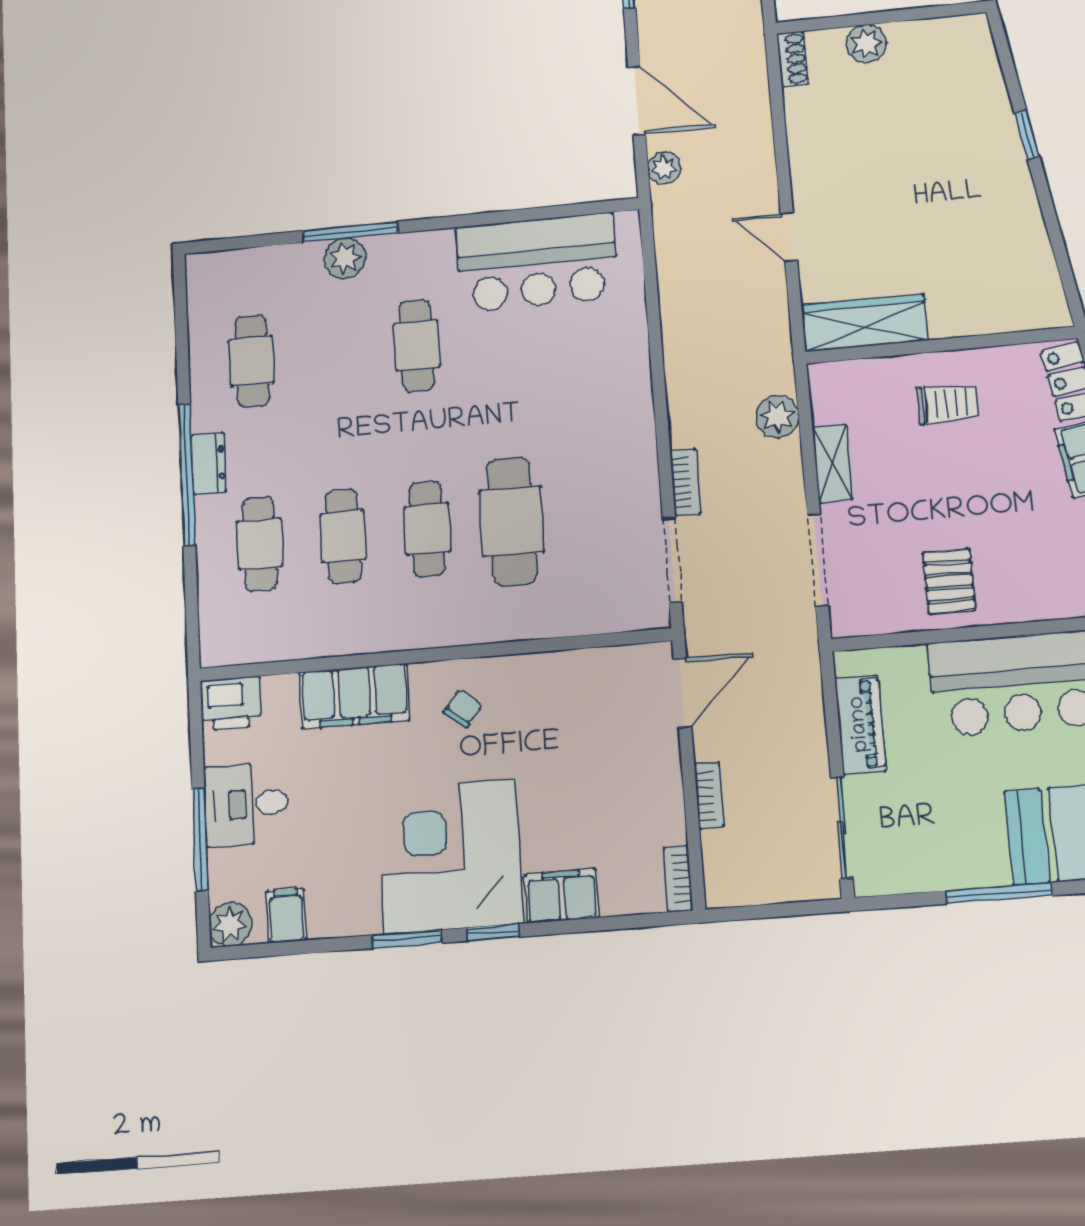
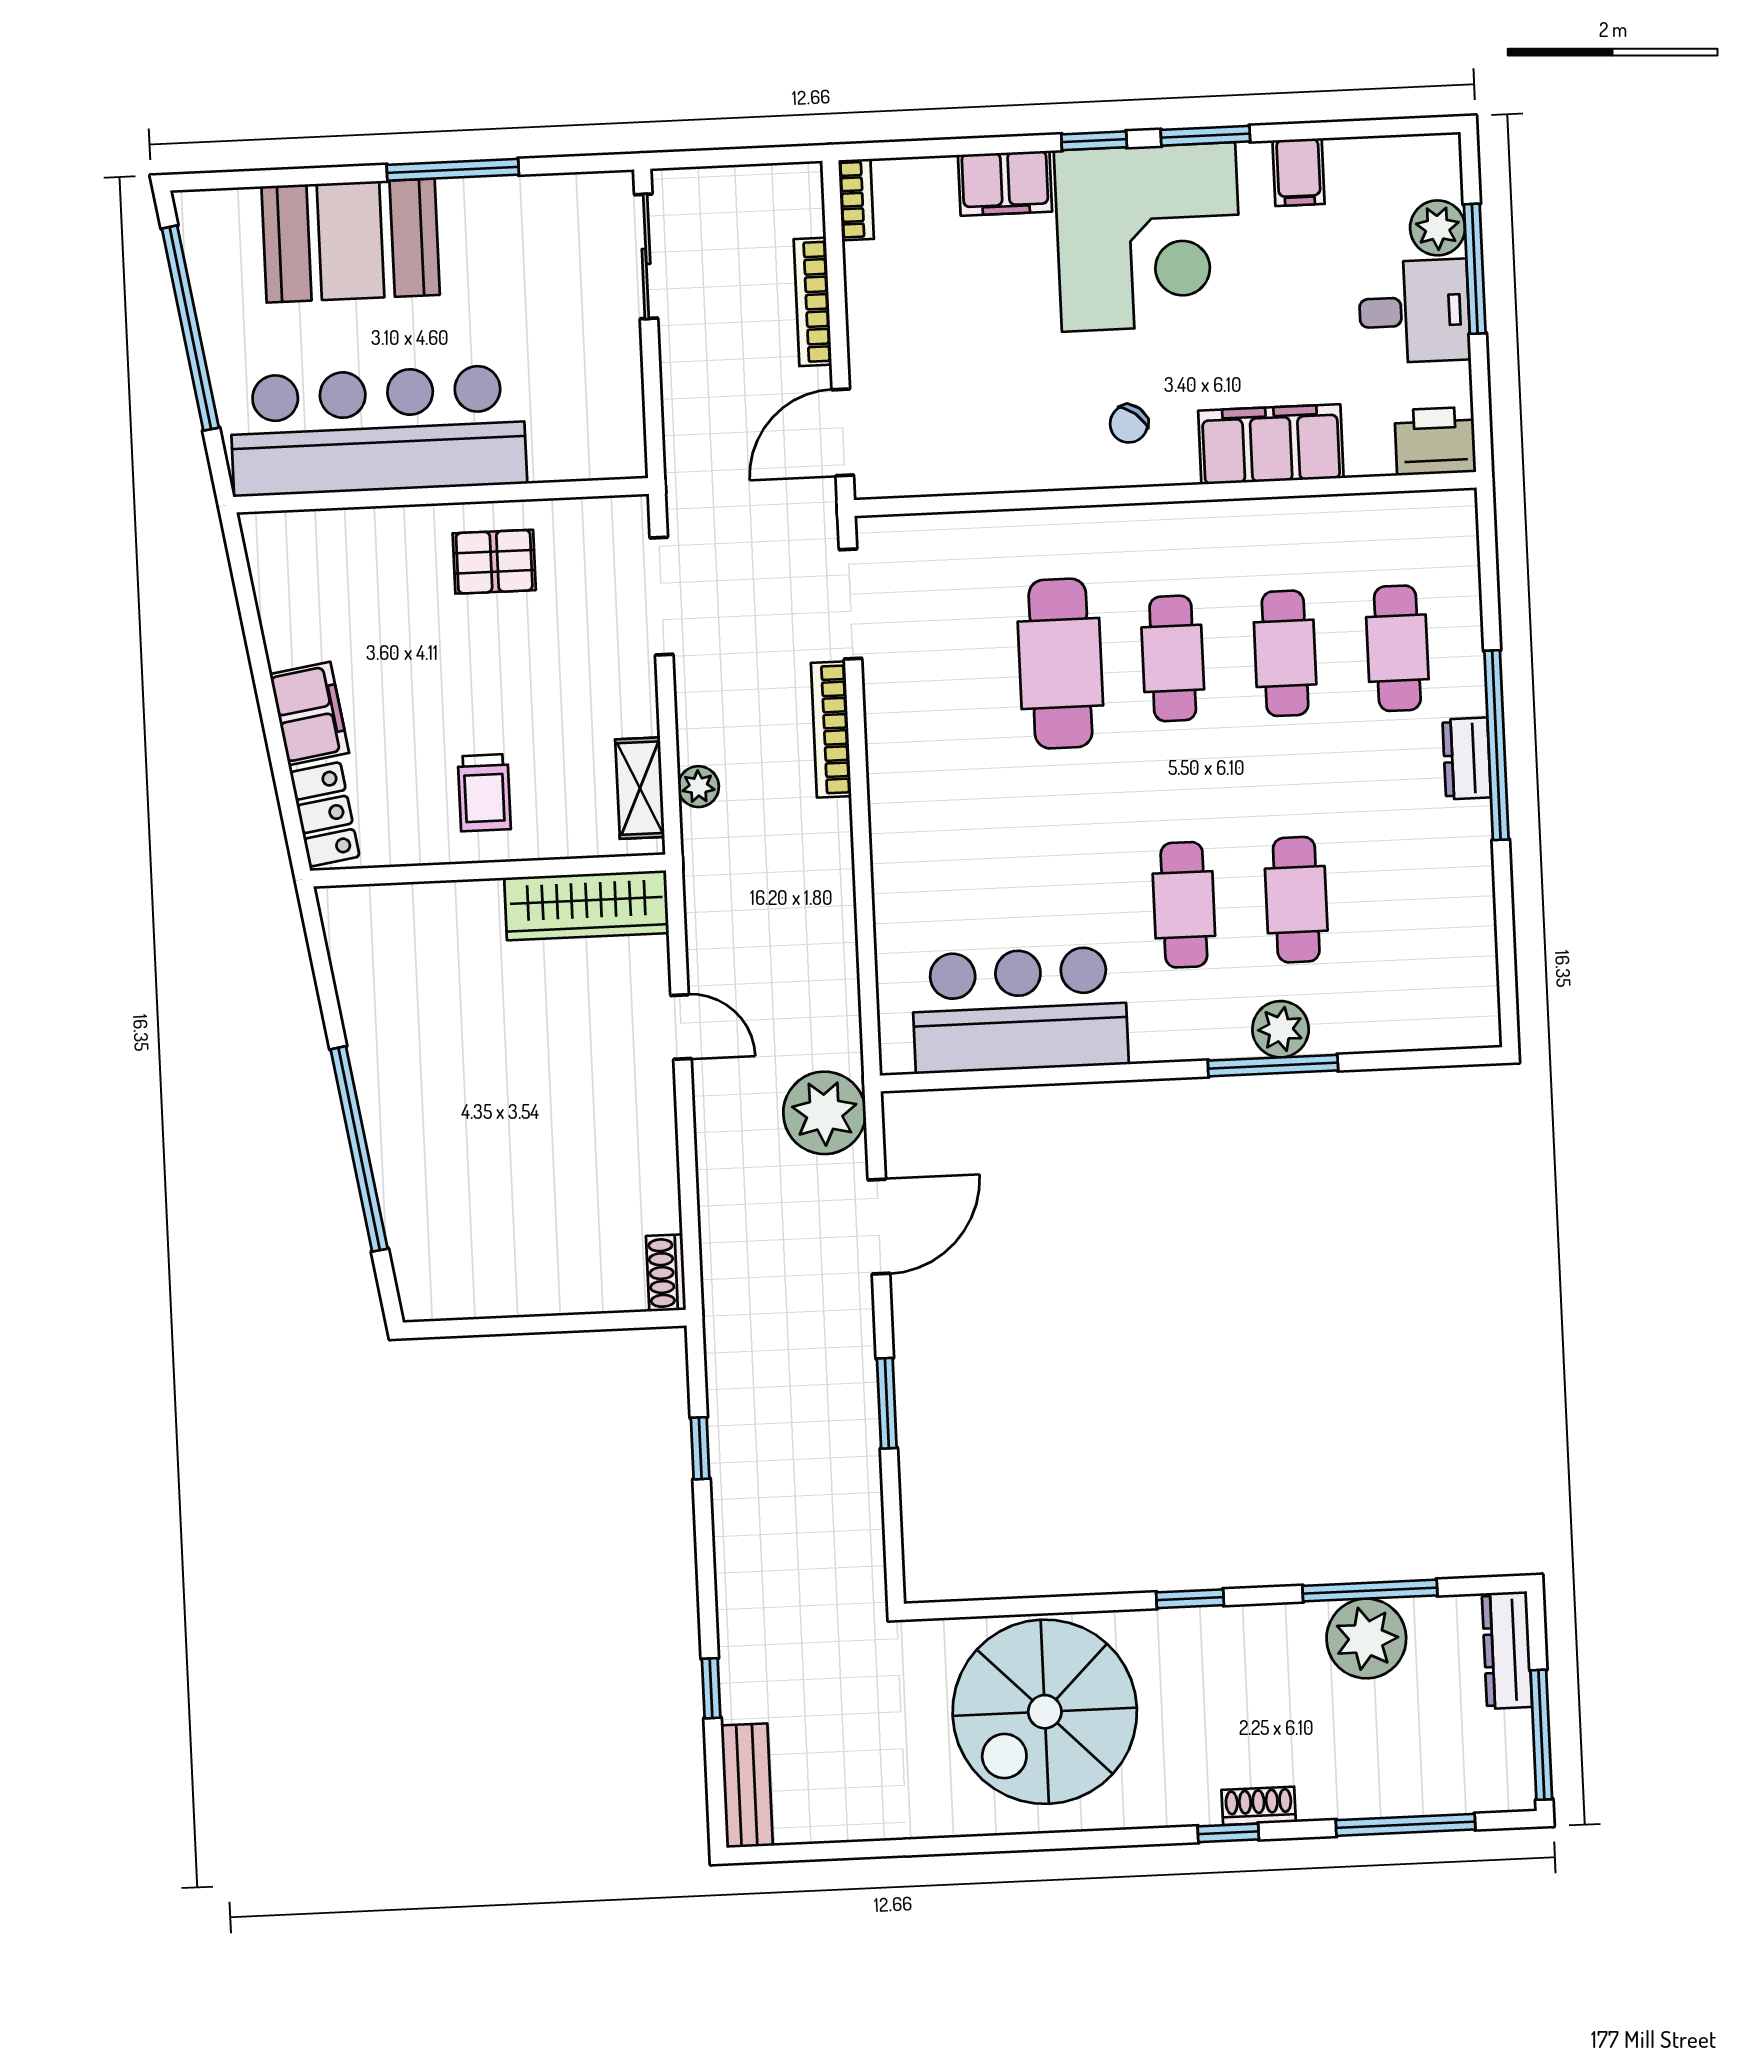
plant: (866, 44) -> (566, 1288), removed
door: (637, 101) -> (879, 1227), swing flipped
window: (1027, 135) -> (359, 1149), width x3.17
plant: (664, 168) -> (824, 1113), width x1.87, depth x1.87
cafe table: (252, 361) -> (1296, 900), moved
trolley: (947, 404) -> (484, 793), turned -90
plant: (777, 416) -> (698, 787), width x0.73, depth x0.73
shelving: (832, 463) -> (640, 788), moved
bookcase: (685, 482) -> (831, 729), width x1.56
pallet: (949, 581) -> (494, 562), turned 90
piano: (860, 724) -> (617, 384), removed
bookcase: (709, 796) -> (813, 302), width x1.56
filing cabinet: (286, 916) -> (1299, 172), moved
plant: (230, 924) -> (1438, 228), moved

